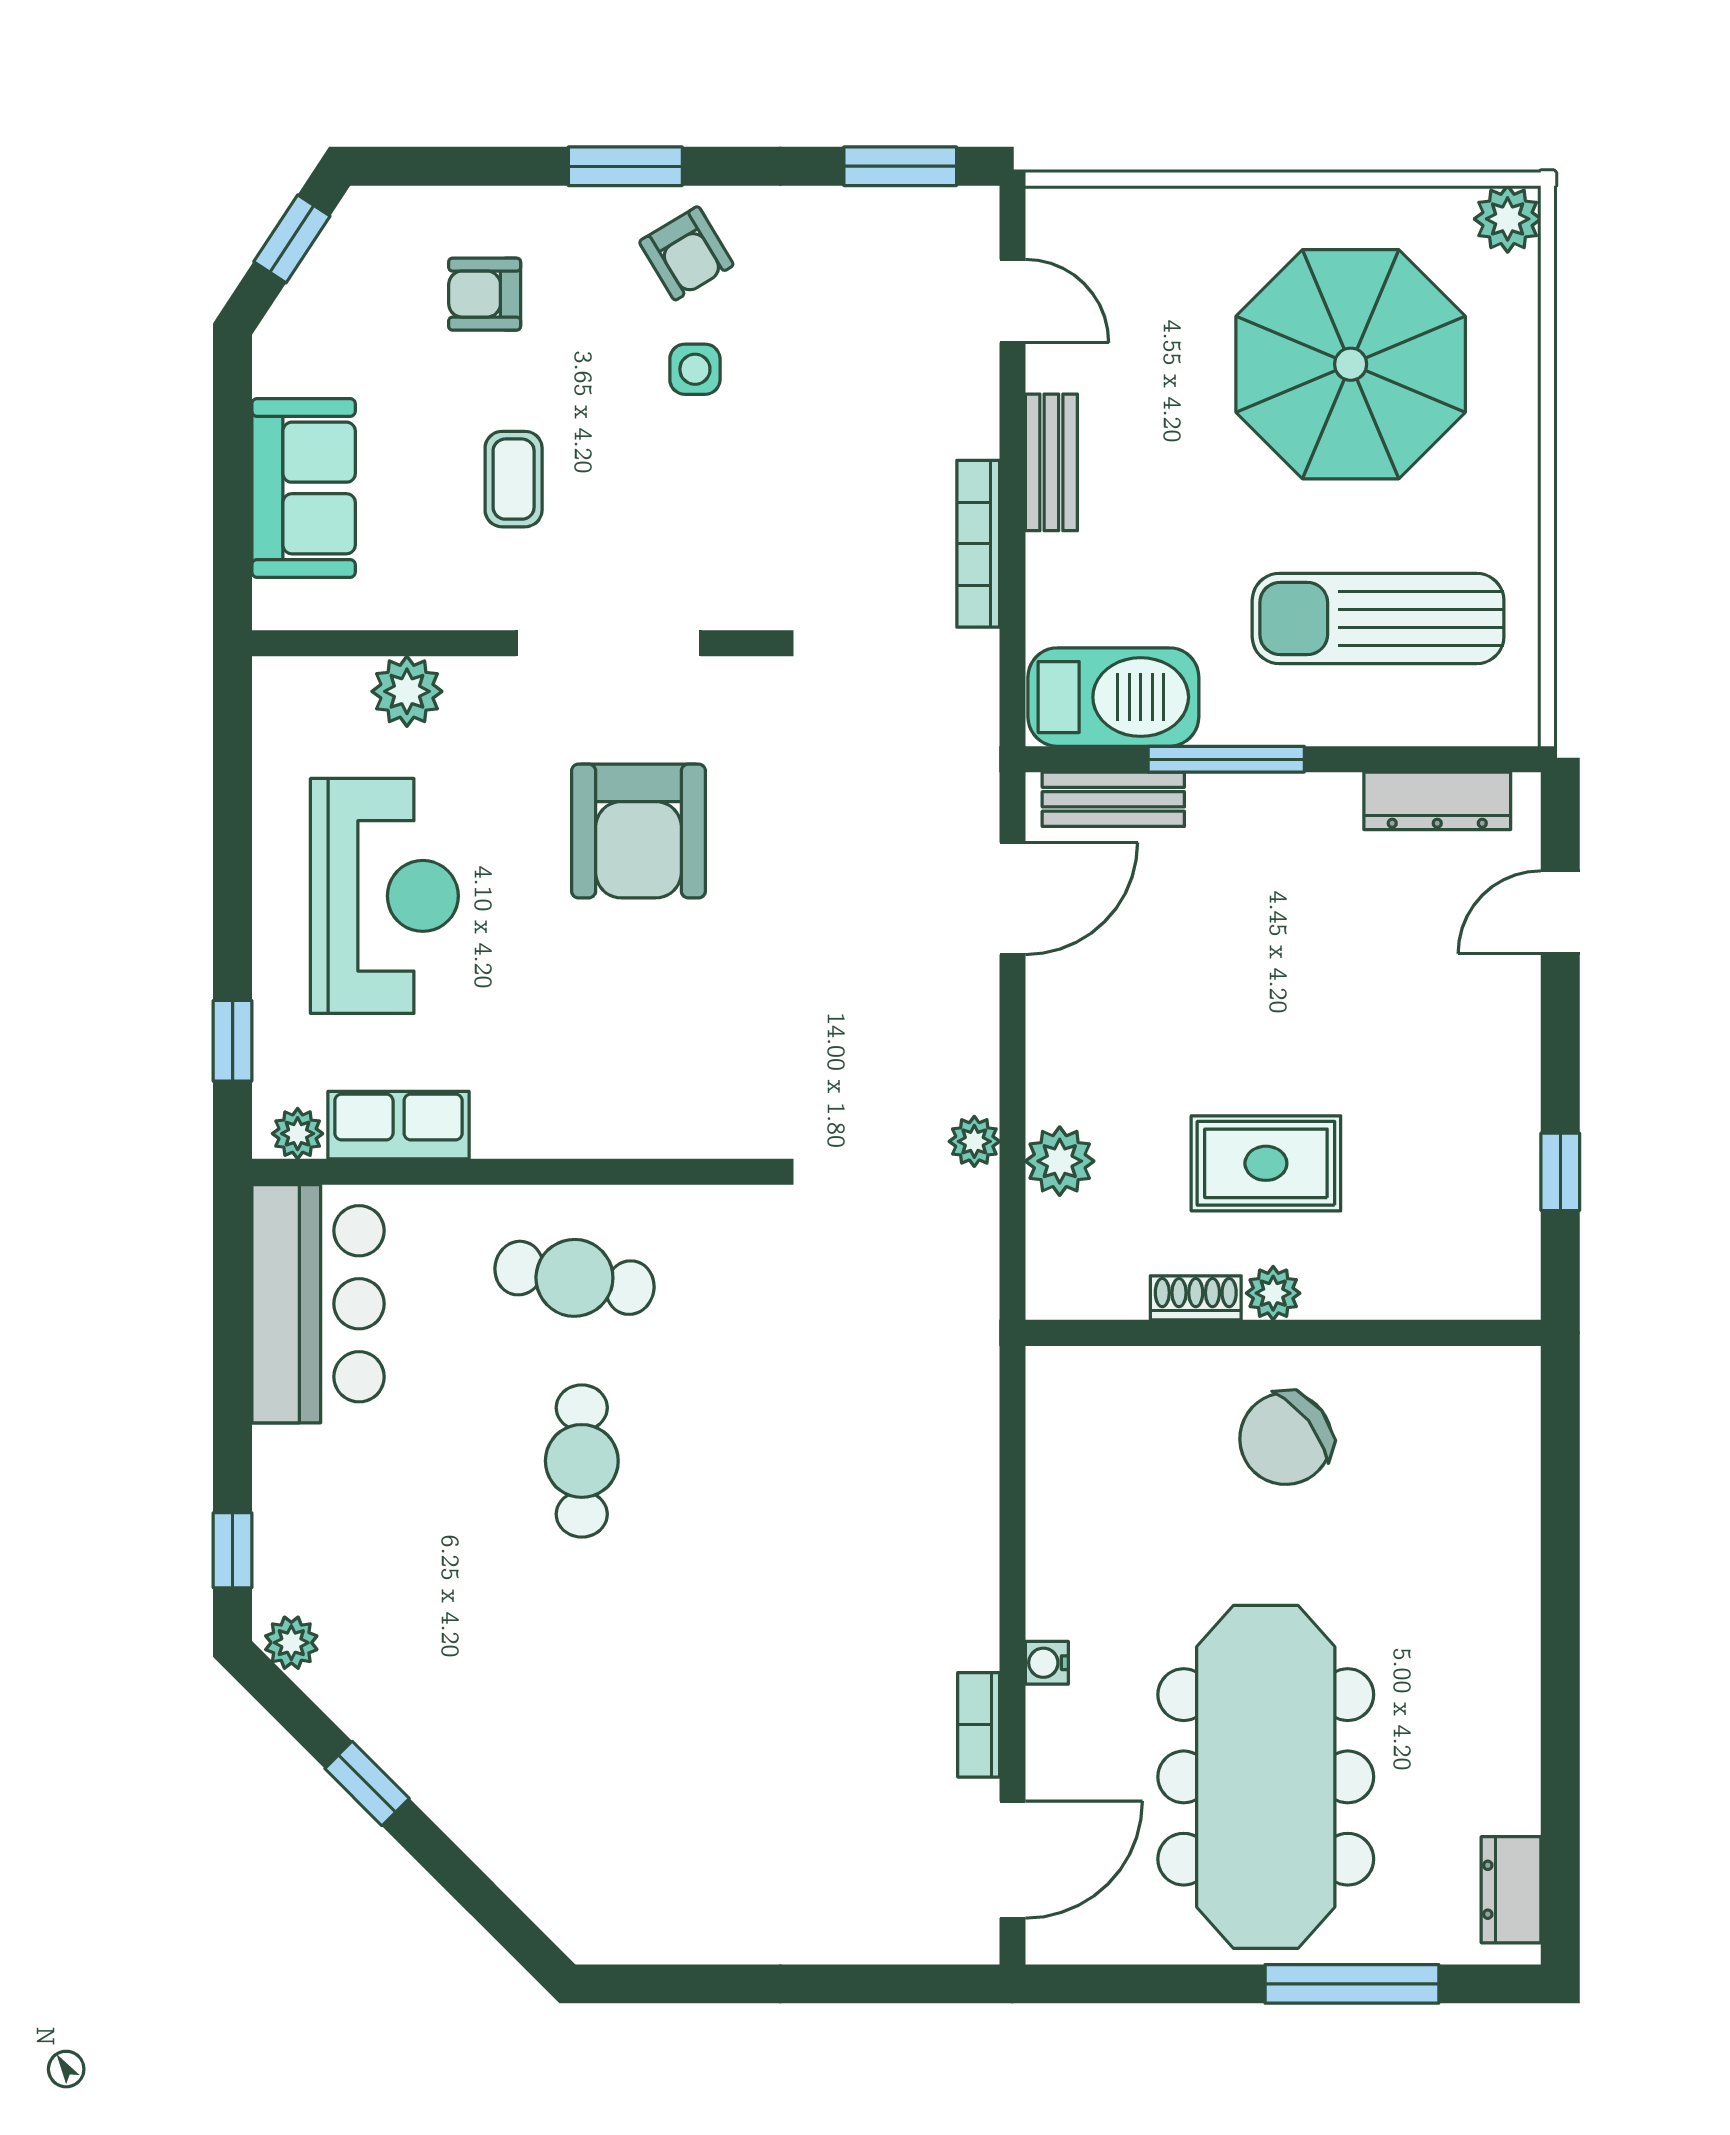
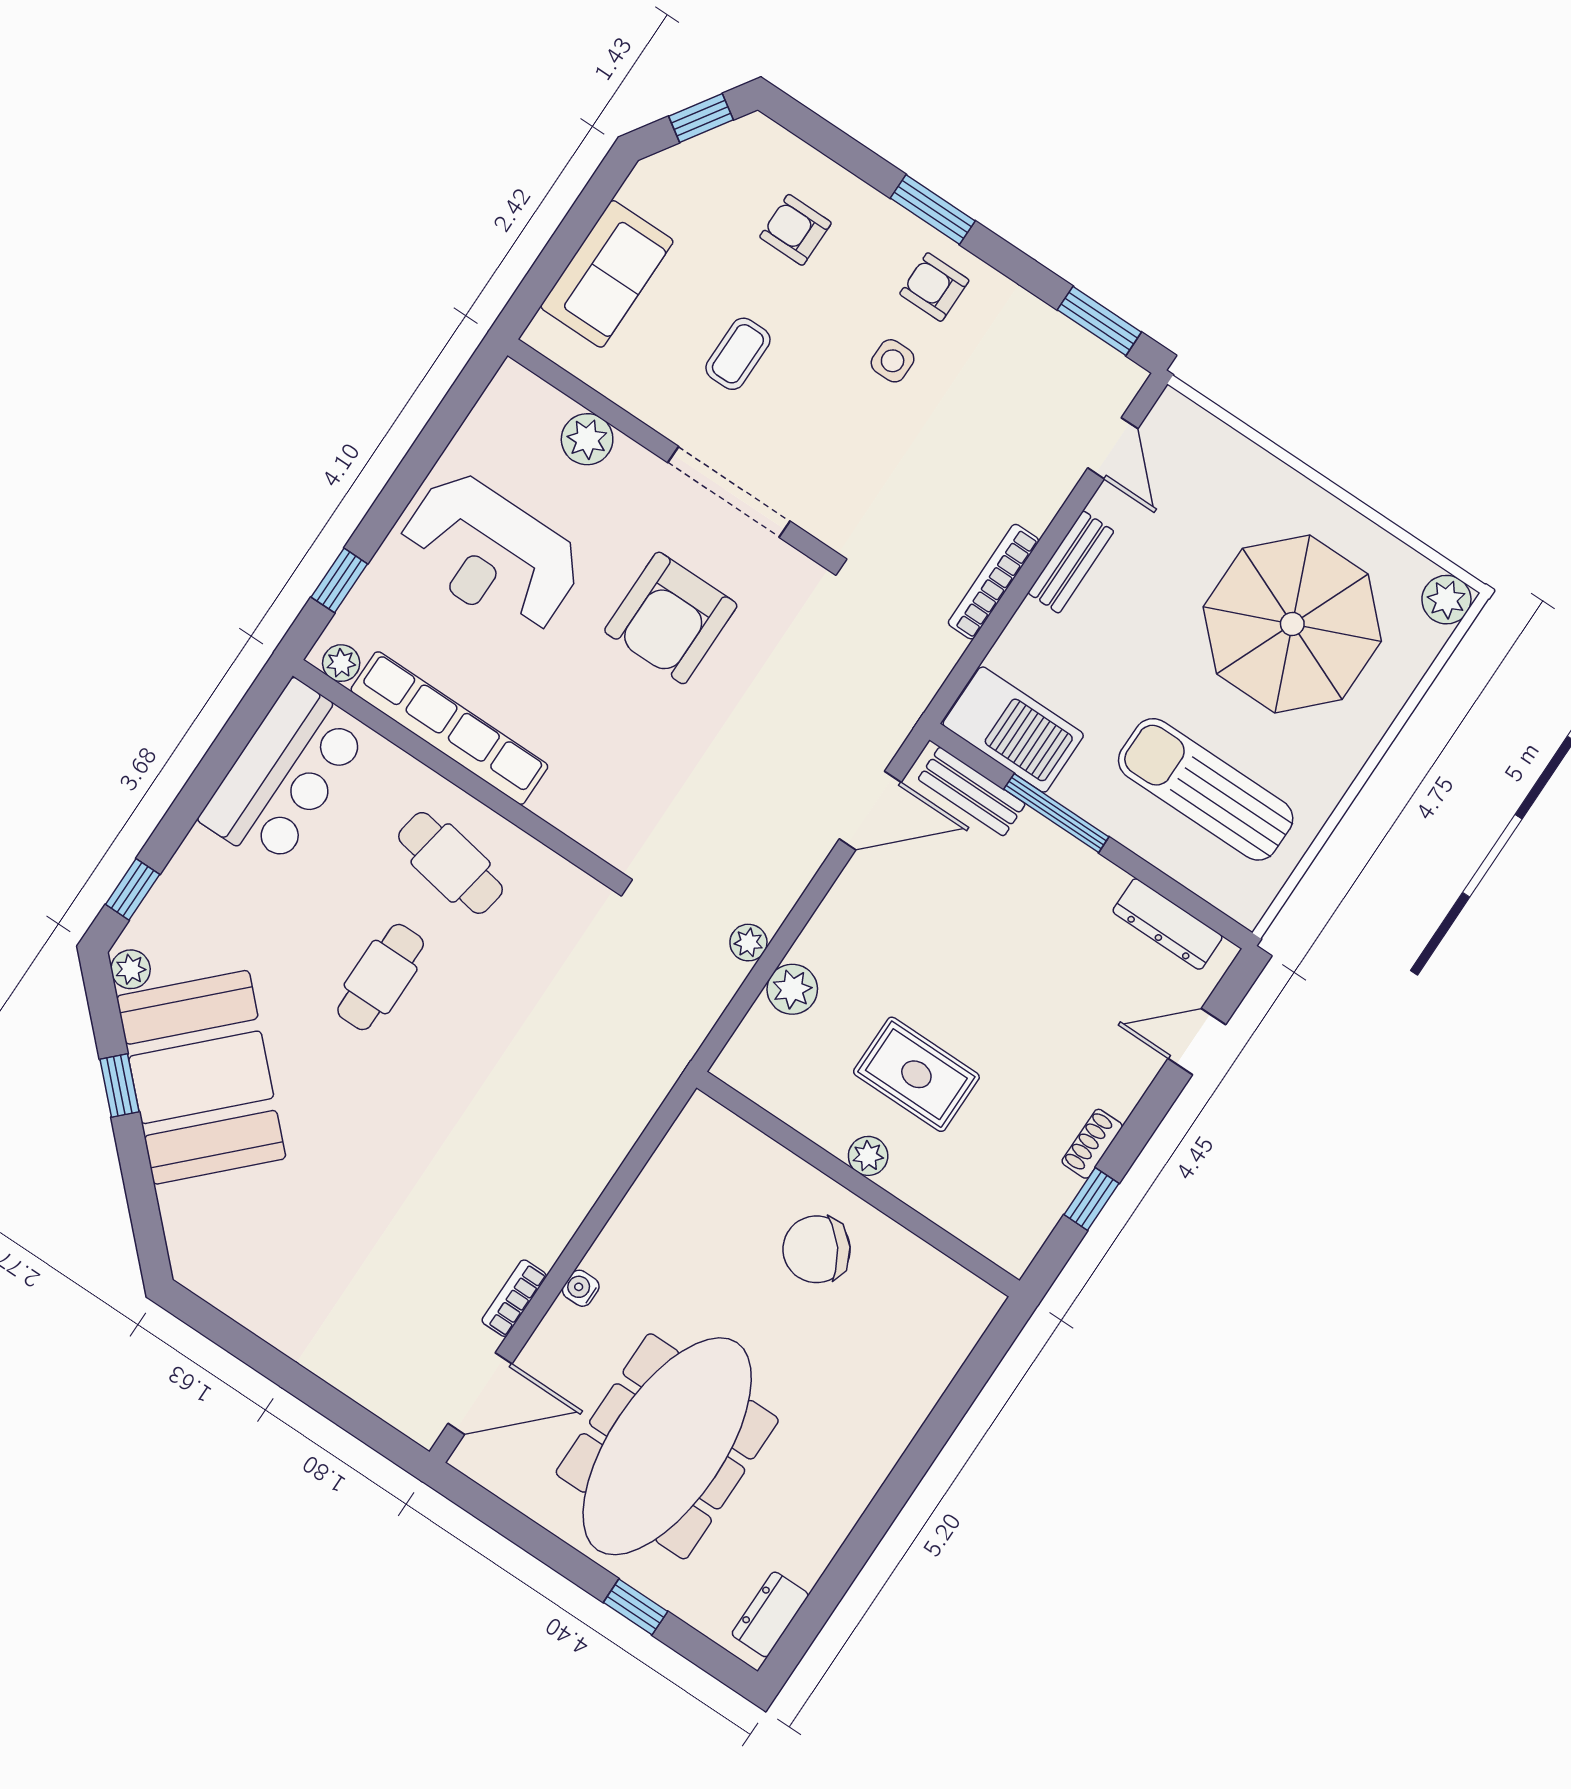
armchair: (686, 253) -> (934, 287), turned 121
reception desk: (384, 896) -> (490, 554), turned 90
row of seats: (399, 1125) -> (449, 728), width x2.02
shoe rack: (1196, 1298) -> (1092, 1144), moved, turned -90
booth: (454, 1712) -> (201, 1077), added
window: (1352, 1984) -> (635, 1607), width x0.46

